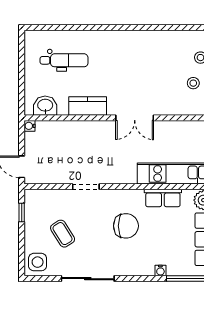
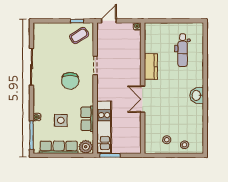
washbasin: (45, 106) -> (197, 95), moved, turned 180
chair: (126, 226) -> (70, 81), moved
coffee table: (63, 234) -> (79, 36), moved
side table: (38, 262) -> (61, 120), moved

